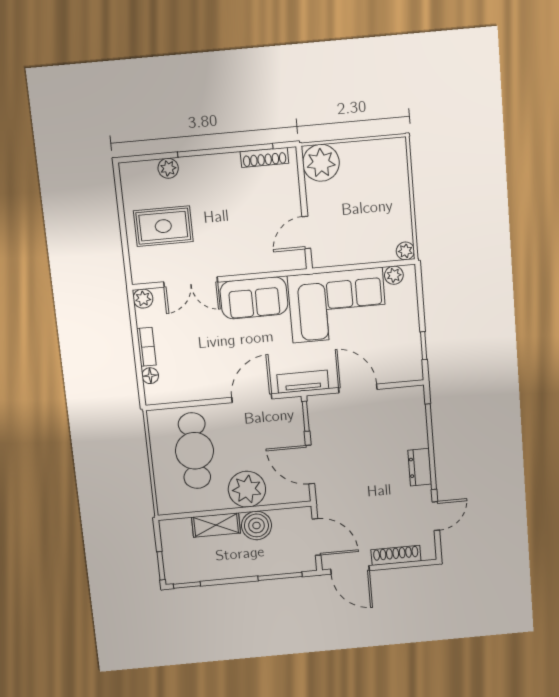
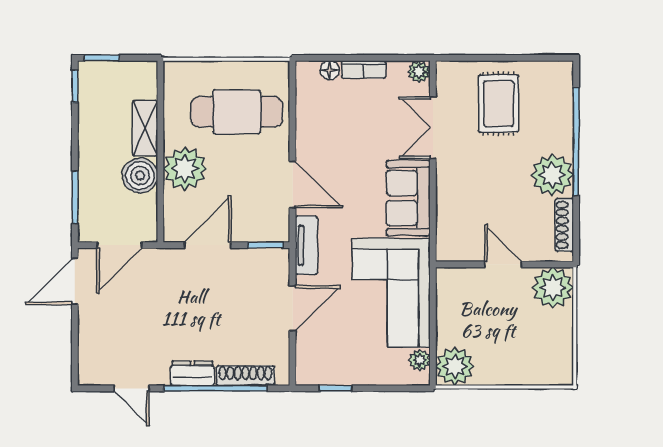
window: (225, 150) -> (576, 142), moved
plant: (168, 168) -> (552, 175), moved, width x1.88, depth x1.88
door: (306, 233) -> (503, 264), moved
plant: (405, 251) -> (455, 366), width x1.88, depth x1.88
shoe rack: (396, 555) -> (245, 376), moved, turned -90

